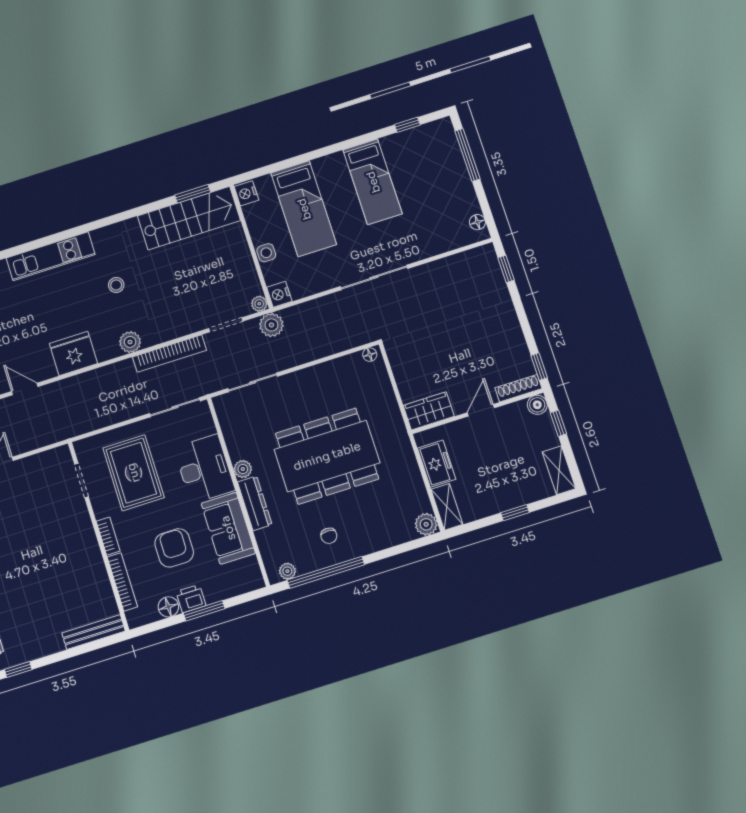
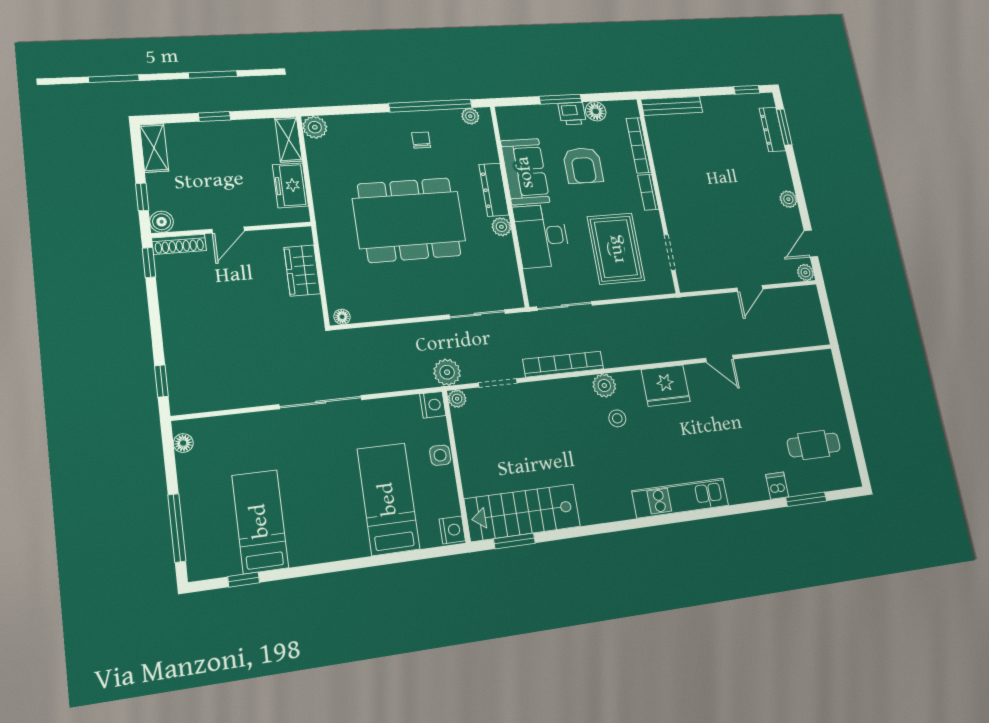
bed: (373, 182) -> (260, 521), moved
stool: (116, 285) -> (617, 418), moved
wardrobe: (429, 411) -> (302, 271), moved, turned 90

